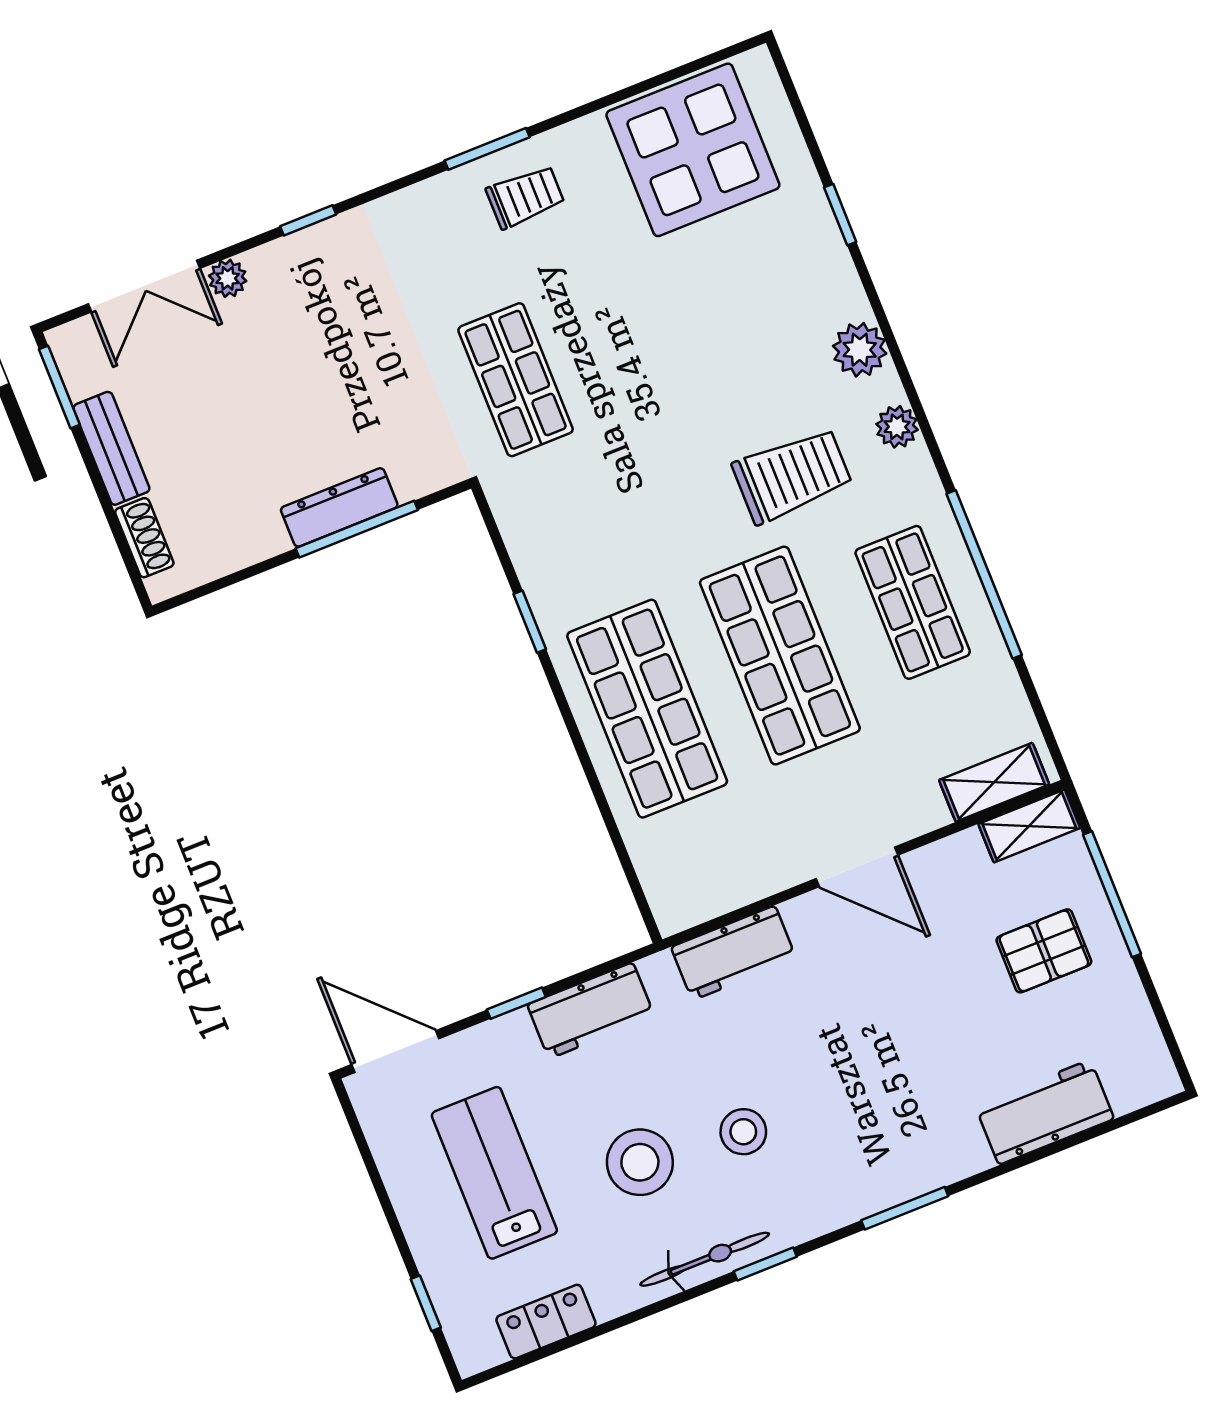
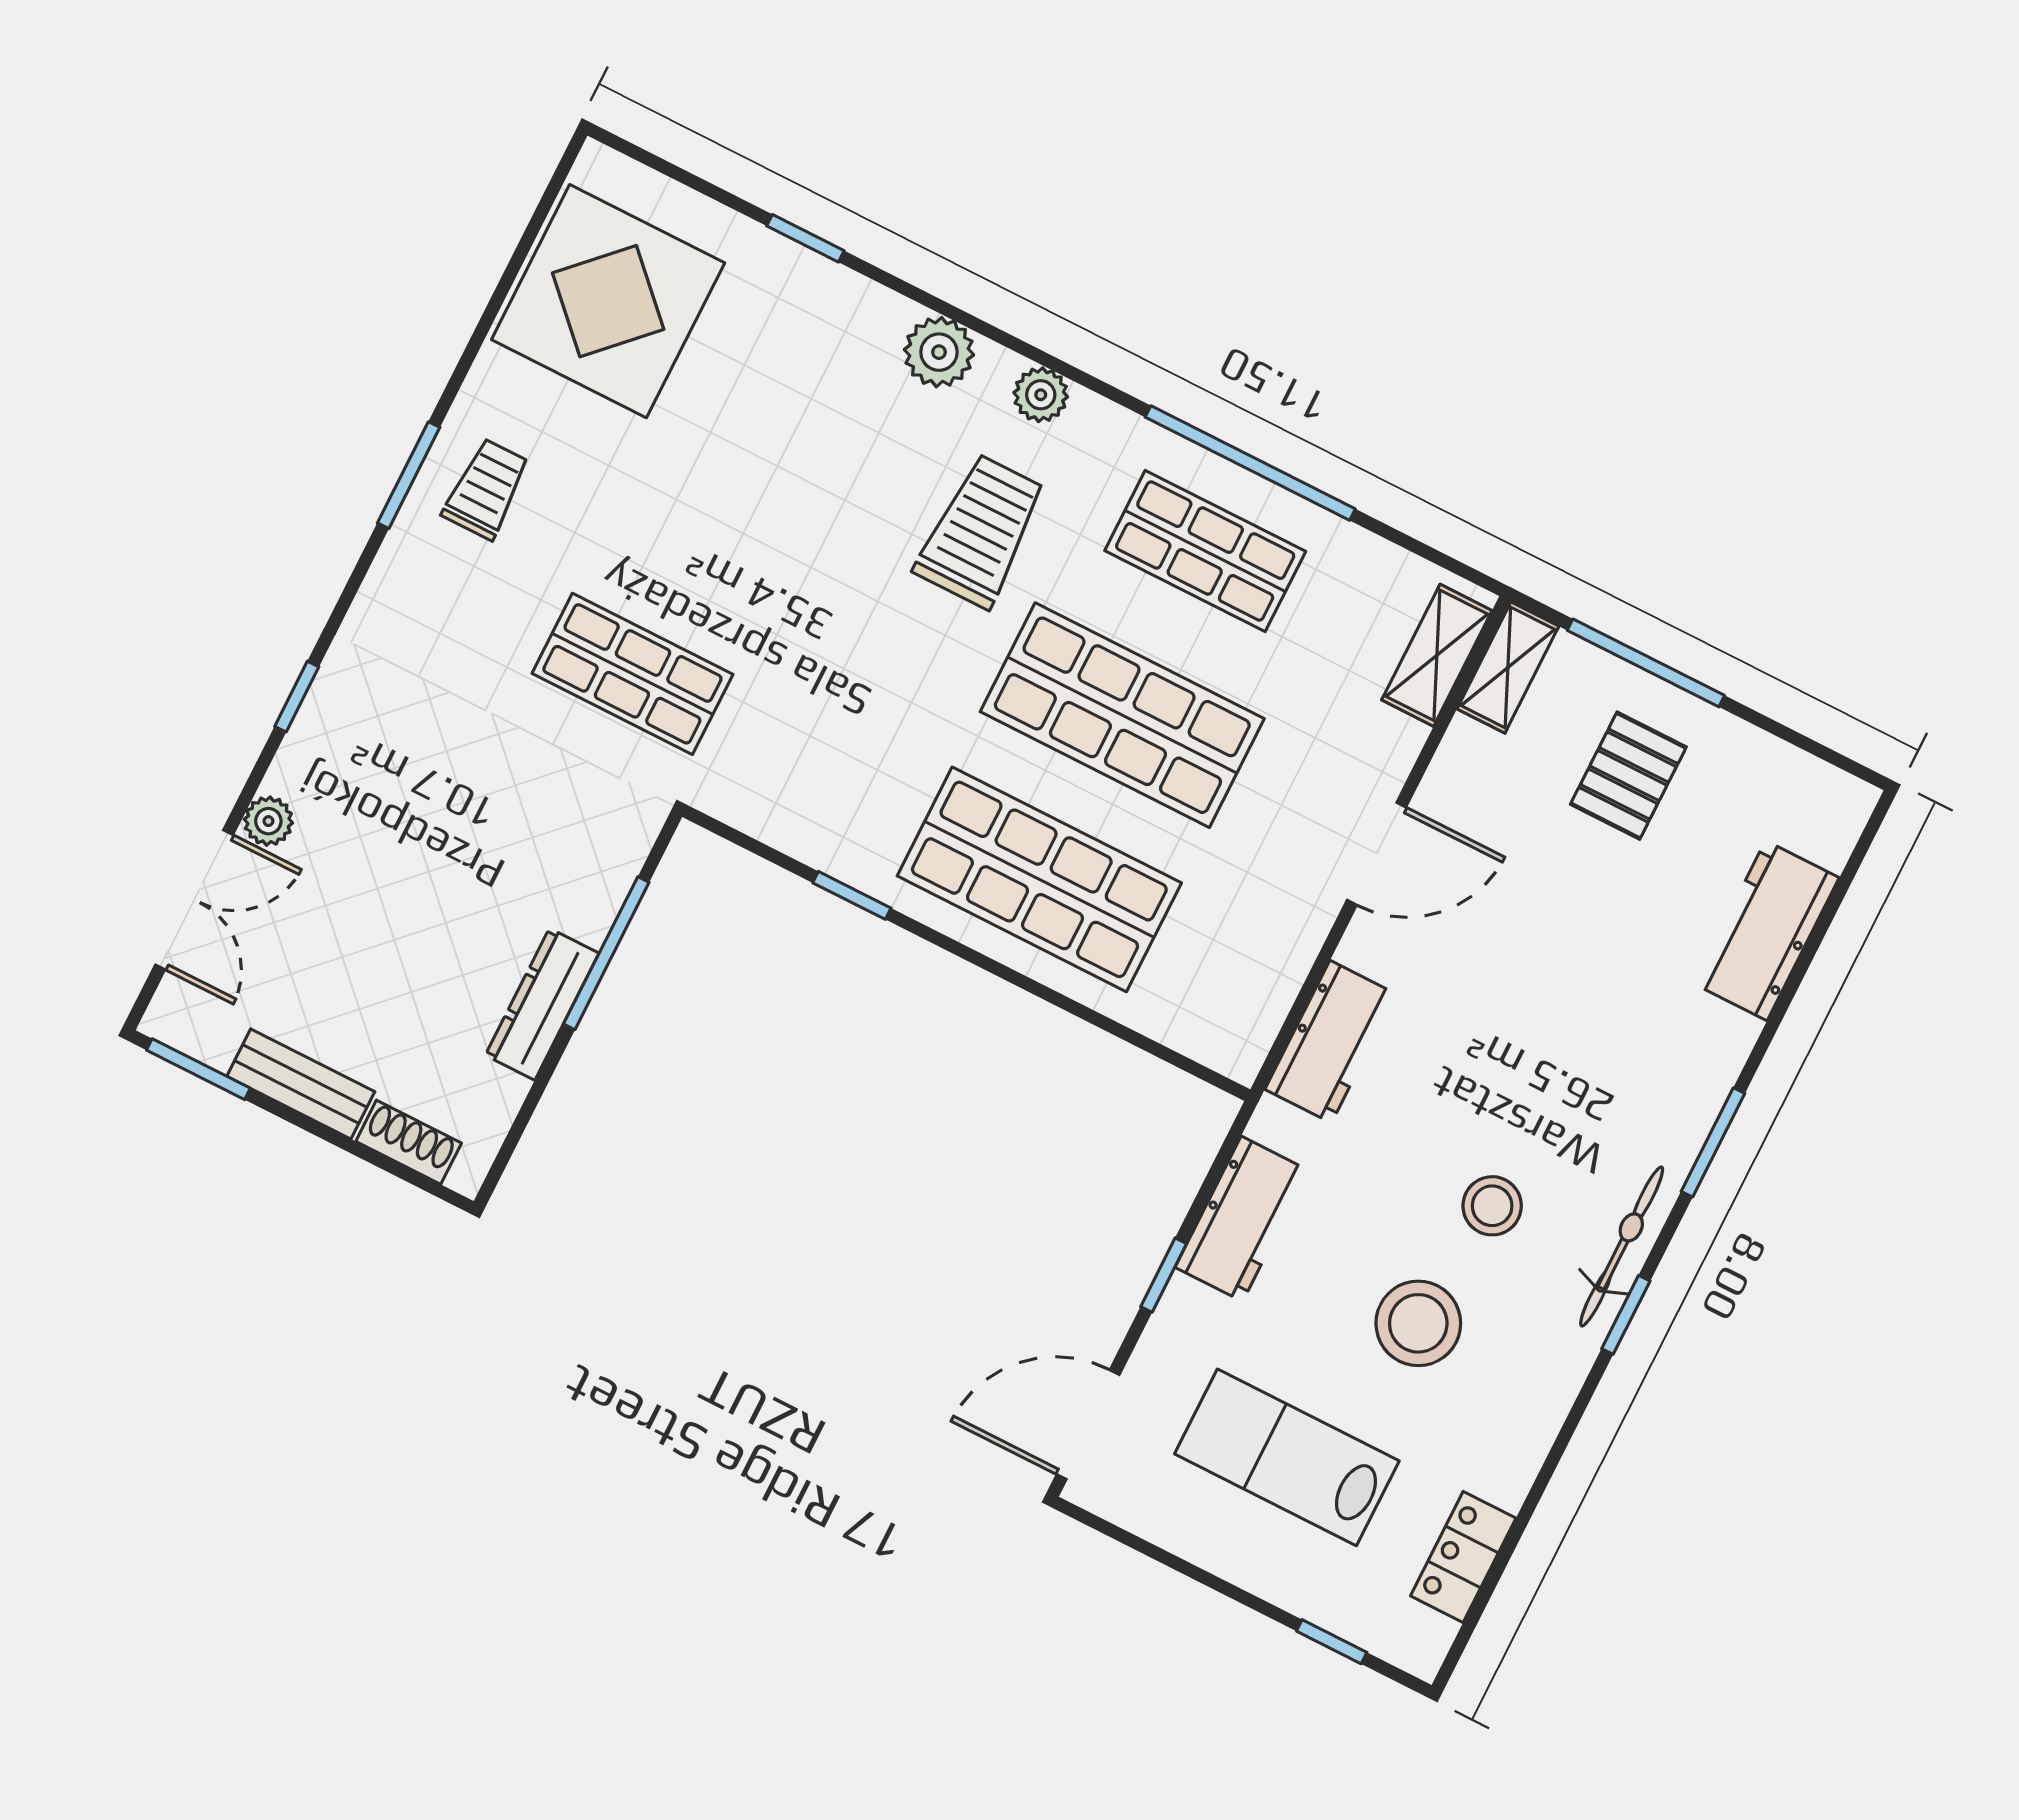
dresser: (339, 507) -> (542, 1004), moved
bicycle: (705, 1259) -> (1622, 1246), moved

